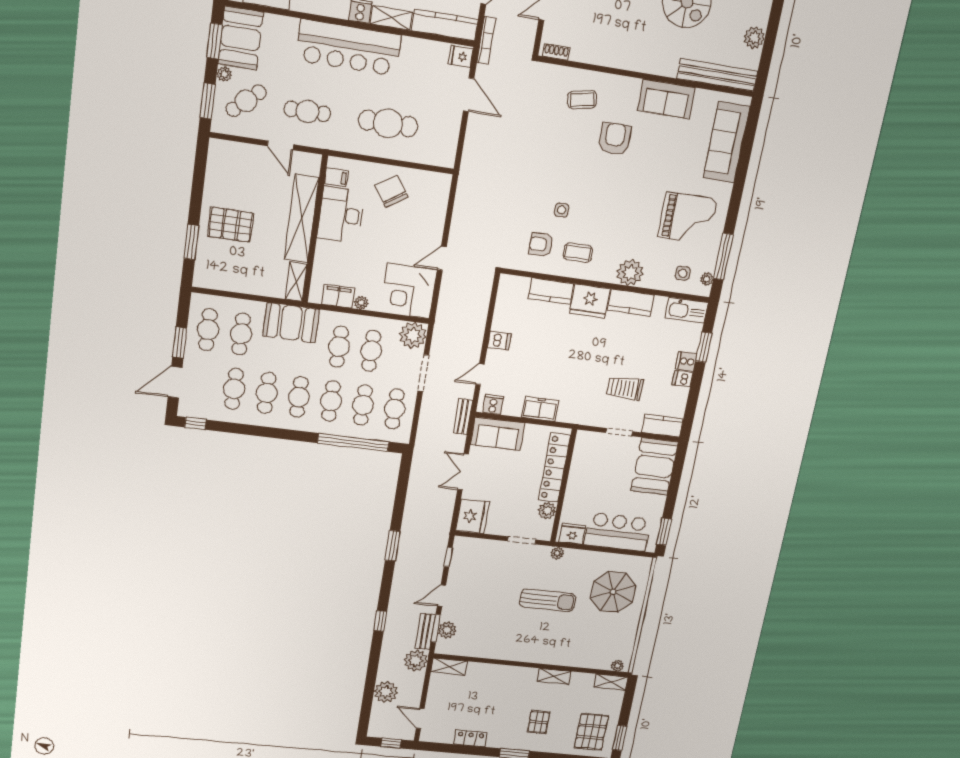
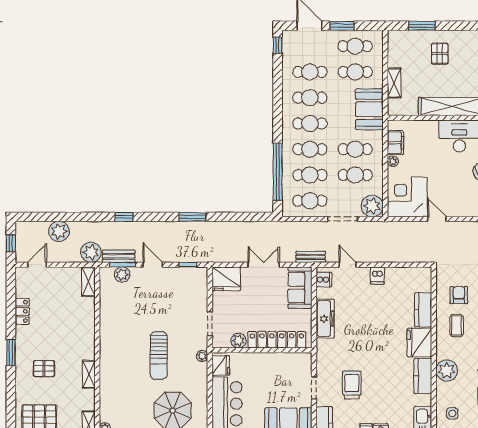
pallet: (231, 225) -> (440, 54), width x0.67, depth x0.71
shelving: (296, 282) -> (394, 83), moved, turned 90
freezer: (540, 409) -> (325, 319), width x1.40

